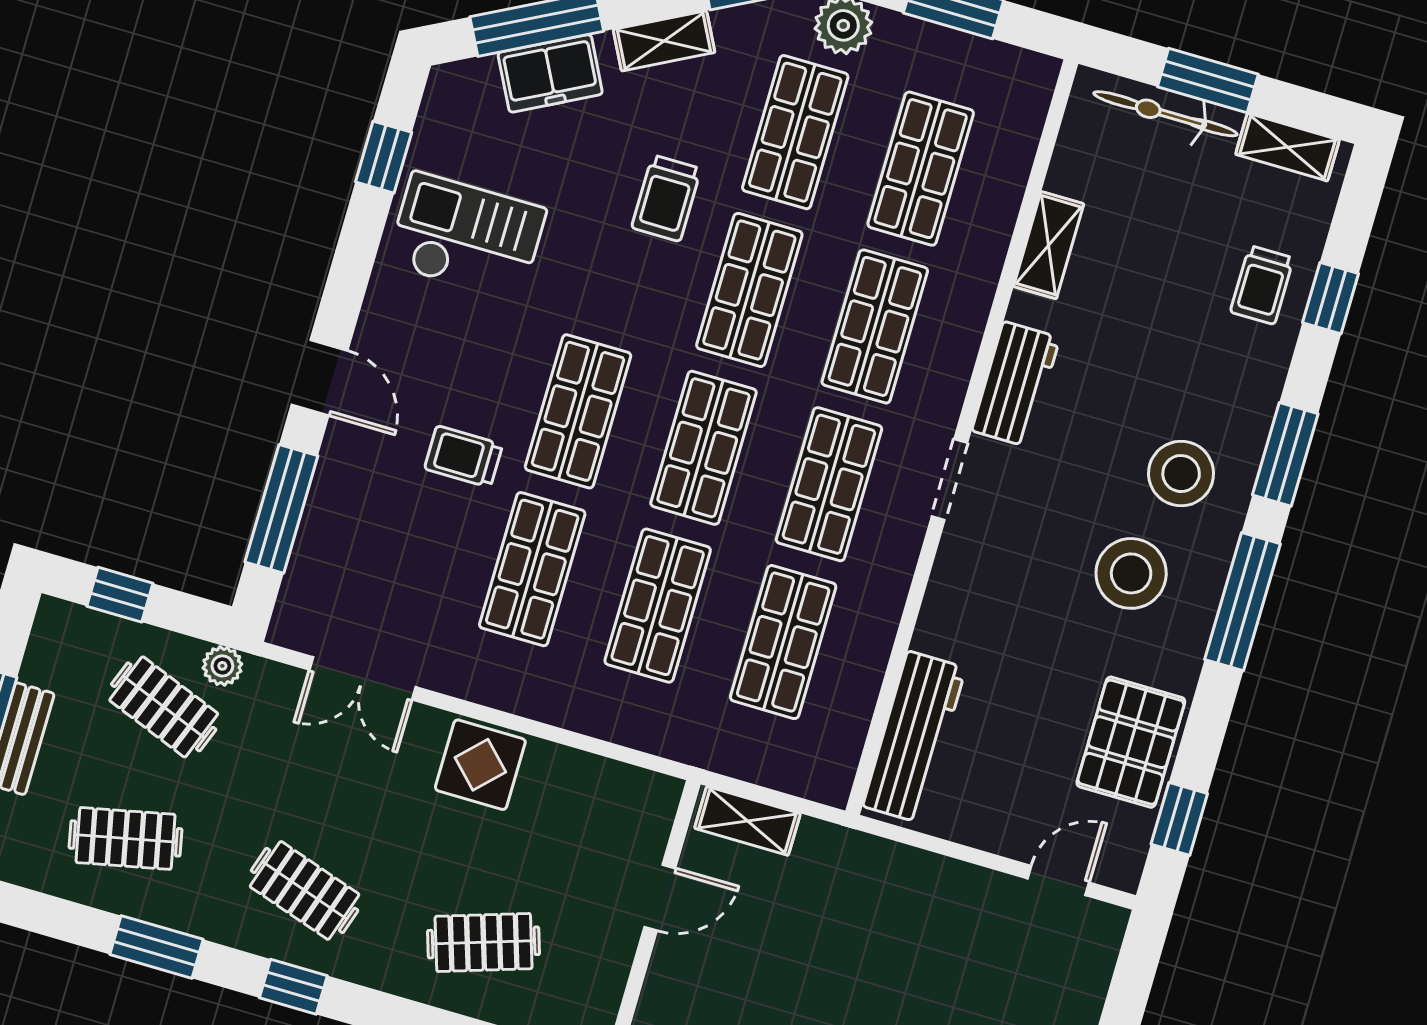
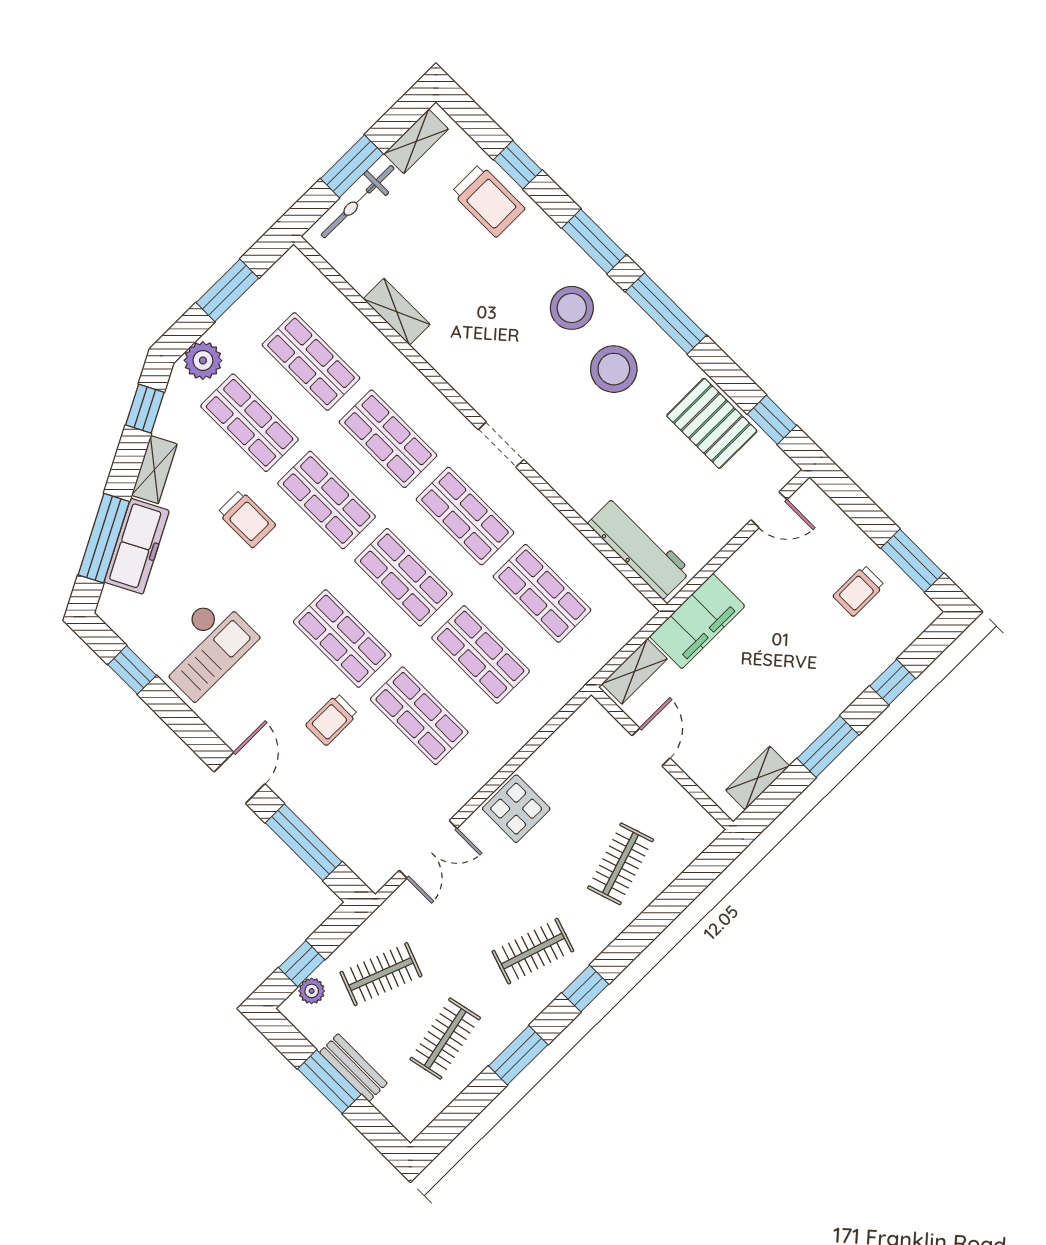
freezer: (550, 73) -> (137, 546), width x1.40
checkout: (466, 237) -> (205, 647), turned 180
trolley: (1262, 285) -> (488, 201), width x1.36, depth x1.39
door: (320, 378) -> (240, 778), hinge flipped
workbench: (1016, 384) -> (467, 375), removed
plant: (222, 666) -> (312, 991), moved
filing cabinet: (859, 867) -> (697, 621), added
door: (1058, 881) -> (769, 510), swing flipped

